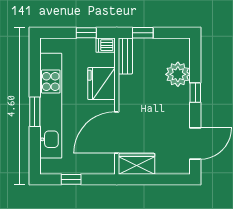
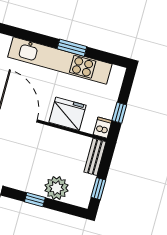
window: (143, 33) -> (98, 189), moved
bench: (125, 56) -> (95, 157), moved, turned 90
window: (35, 112) -> (72, 48), moved

